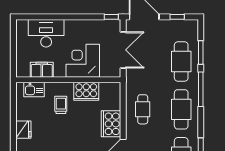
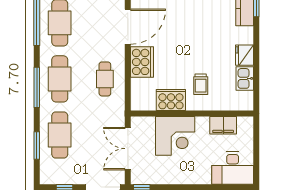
desk: (46, 33) -> (233, 168), moved
window: (201, 89) -> (37, 87), moved
kitchen sink: (34, 90) -> (245, 78), moved, turned -90

